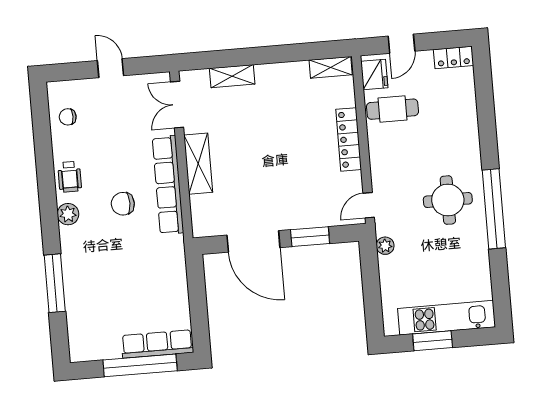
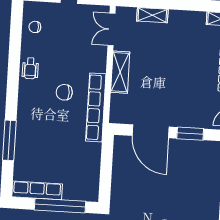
row of seats: (168, 185) -> (96, 107), moved
plant: (68, 214) -> (25, 94), removed
row of seats: (157, 344) -> (37, 190), moved

